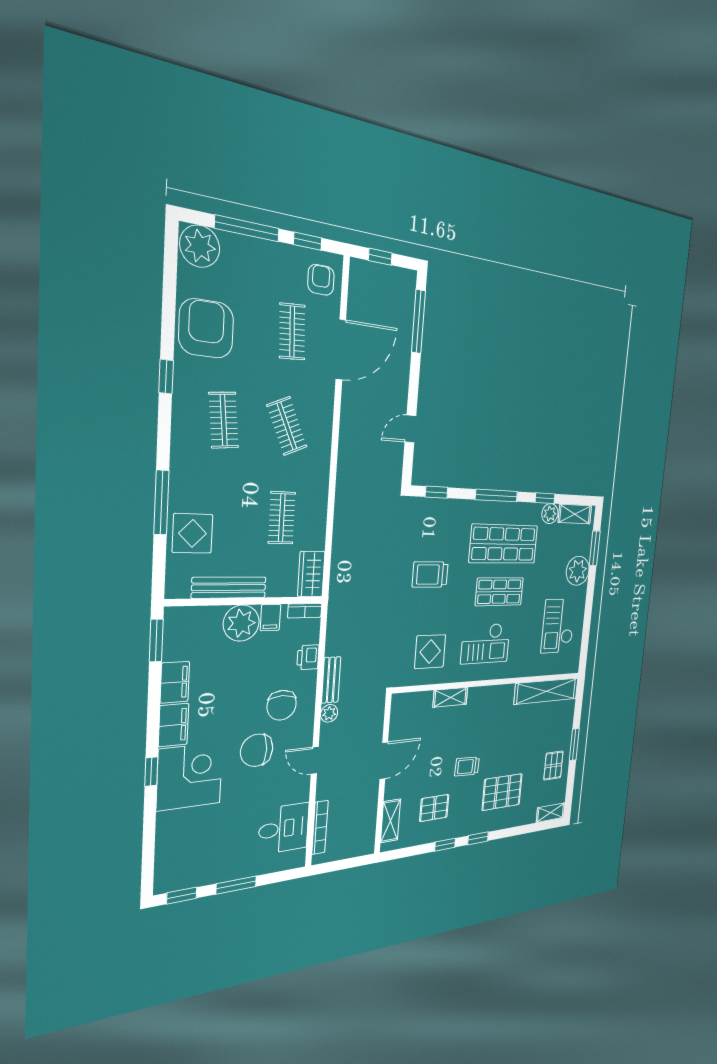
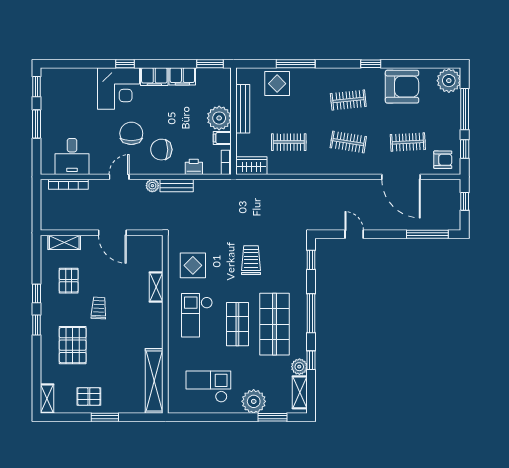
clothes rail: (287, 426) -> (348, 142), turned 33

